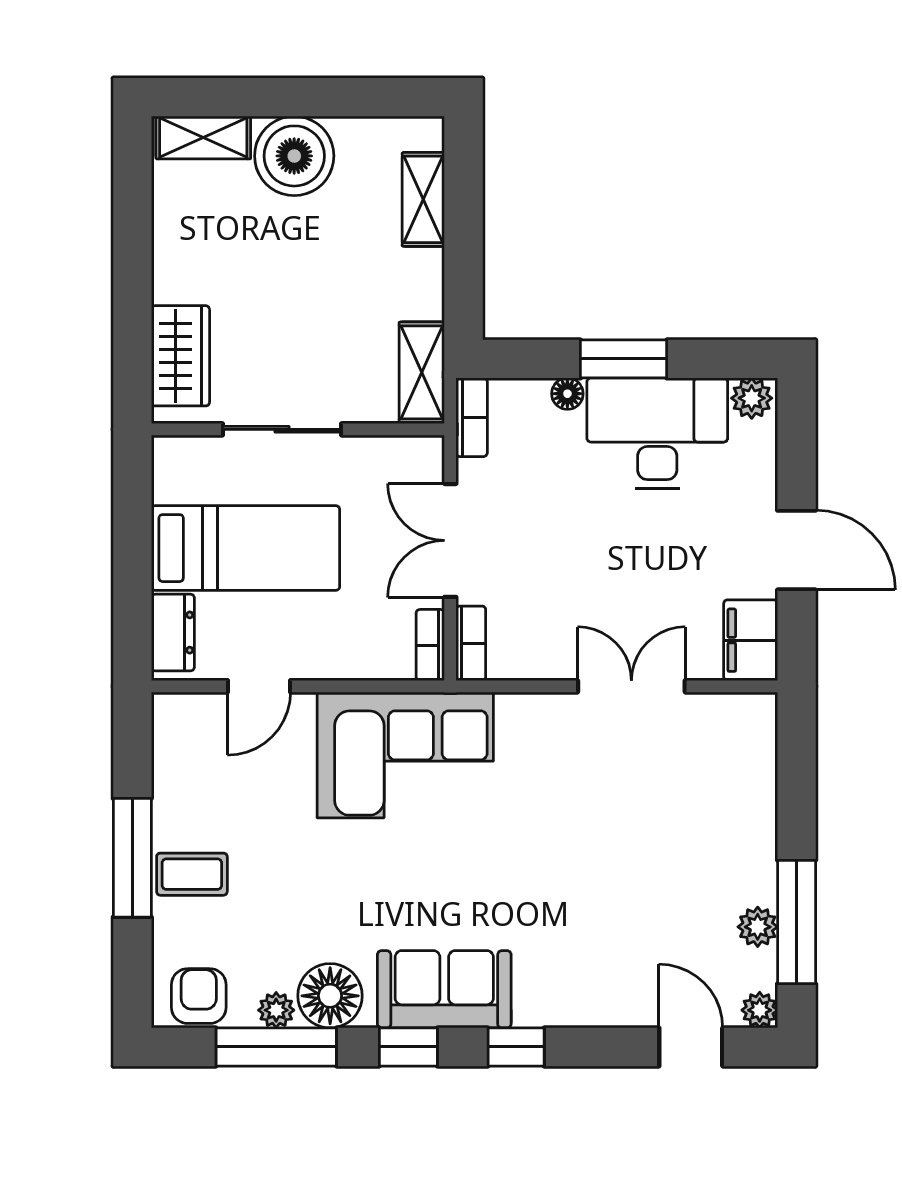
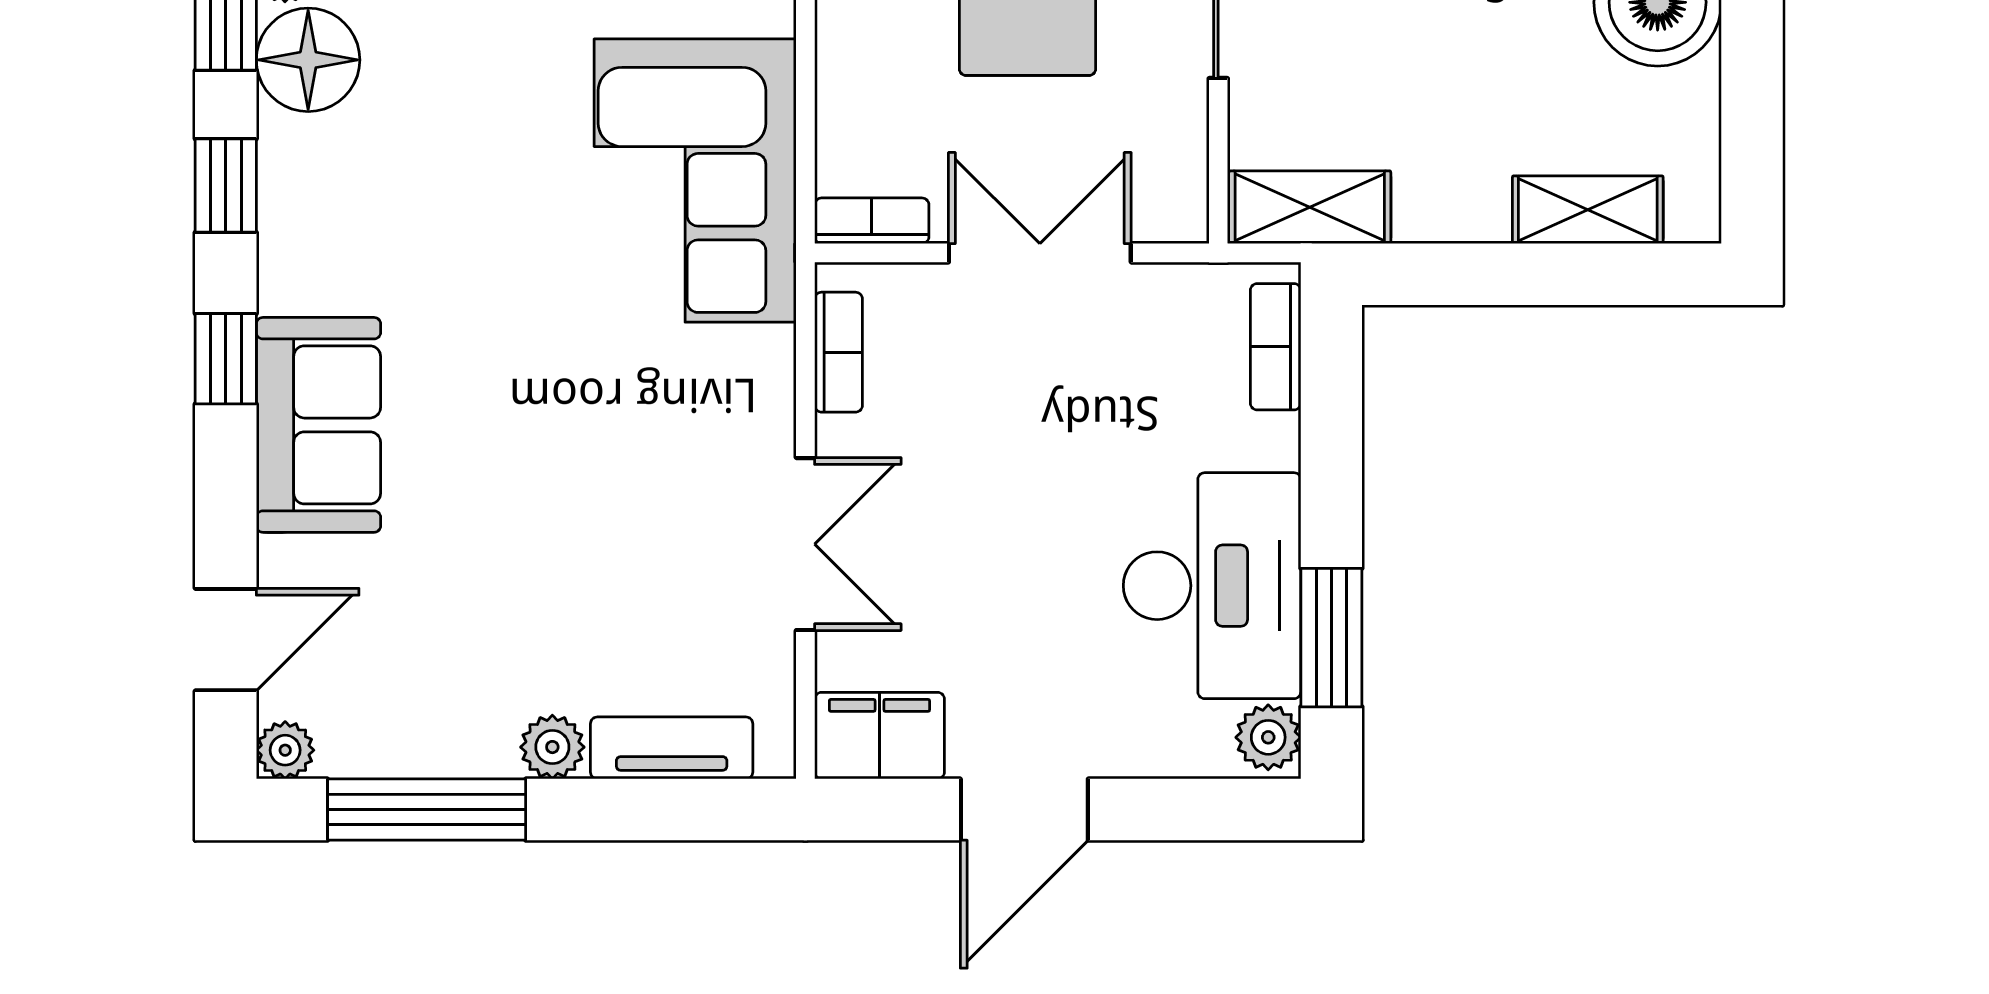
window: (624, 359) -> (1331, 638), moved
floor lamp: (567, 394) -> (1276, 441), removed
bookcase: (472, 417) -> (1276, 347), moved, turned 90
bookcase: (471, 643) -> (838, 352), moved, turned -90
tv unit: (758, 770) -> (672, 748), added
plant: (758, 927) -> (552, 747), moved
sofa: (444, 989) -> (318, 425), moved

